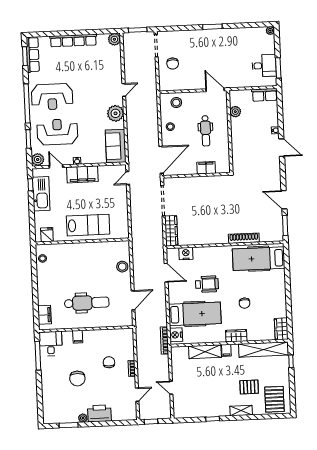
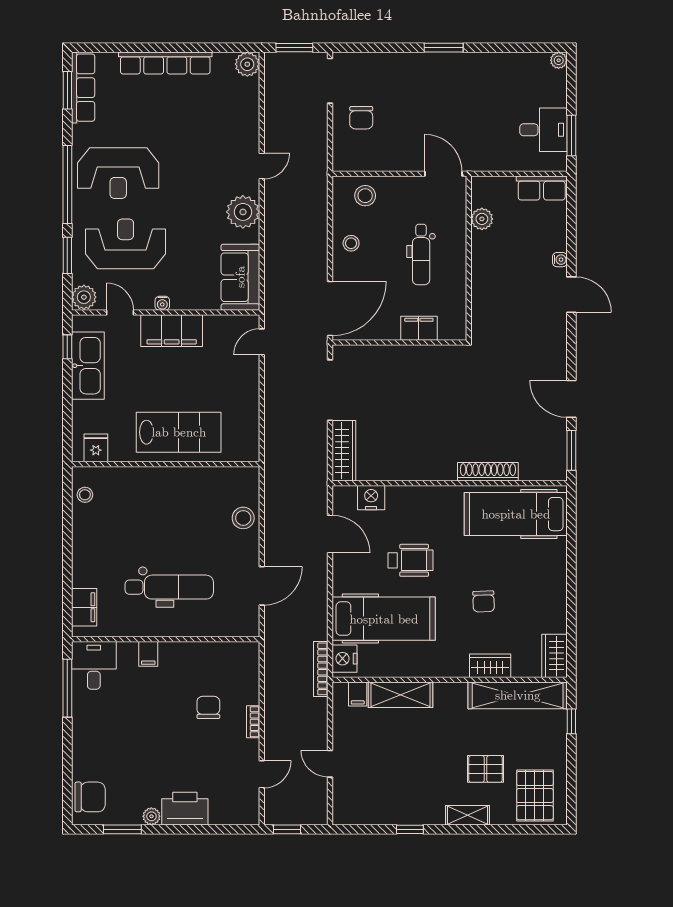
wardrobe: (236, 336) -> (490, 666), moved
filing cabinet: (226, 350) -> (358, 694), moved
chair: (77, 379) -> (90, 797), moved, turned -91

